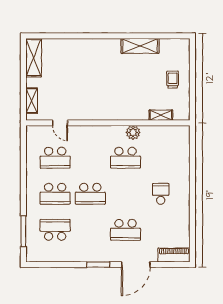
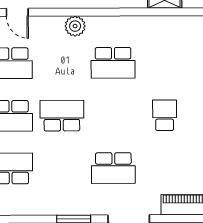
plant: (133, 132) -> (75, 26), moved
school desk: (90, 194) -> (62, 116), turned 180

